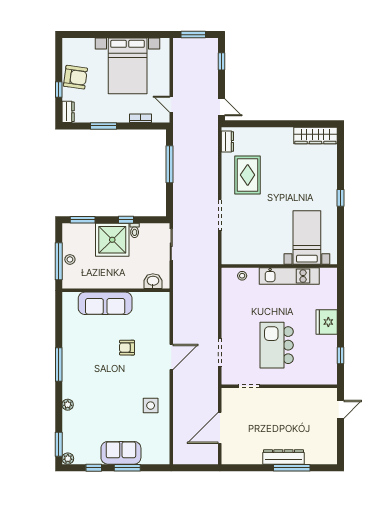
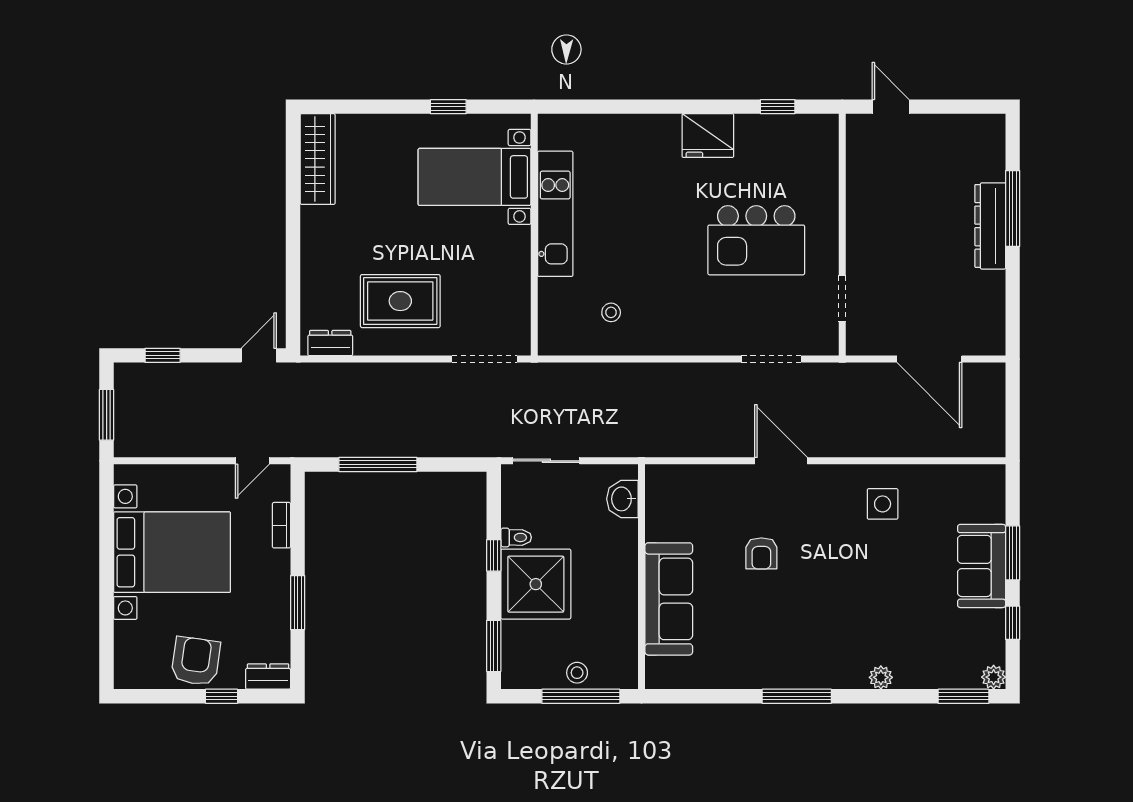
bed with nightstands: (307, 237) -> (474, 177), moved
wall: (279, 266) -> (534, 235), moved
kitchen unit: (289, 276) -> (555, 214), moved

